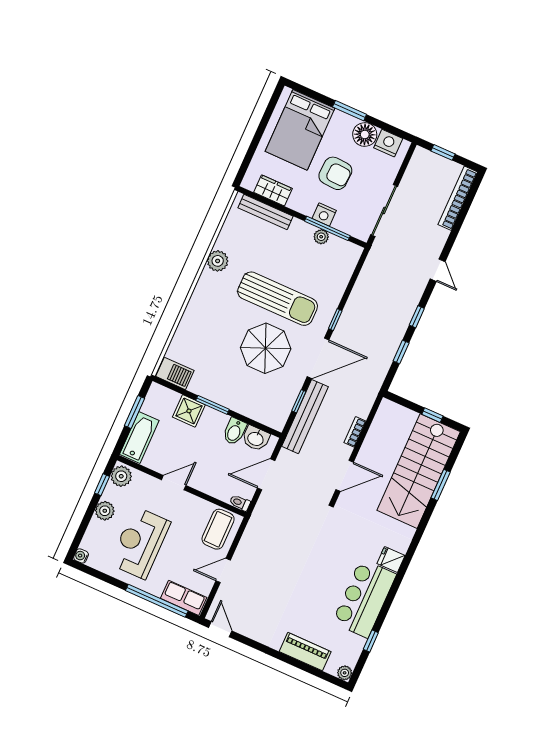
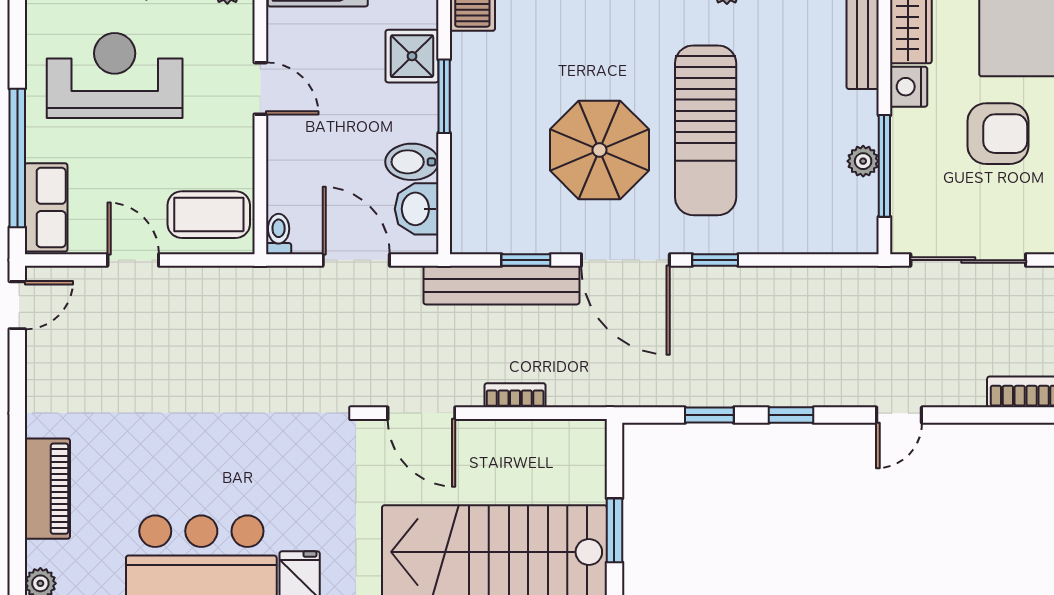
armchair: (335, 173) -> (998, 134), turned -93
nightstand: (324, 215) -> (909, 87), moved
window: (432, 415) -> (614, 530), width x1.50

